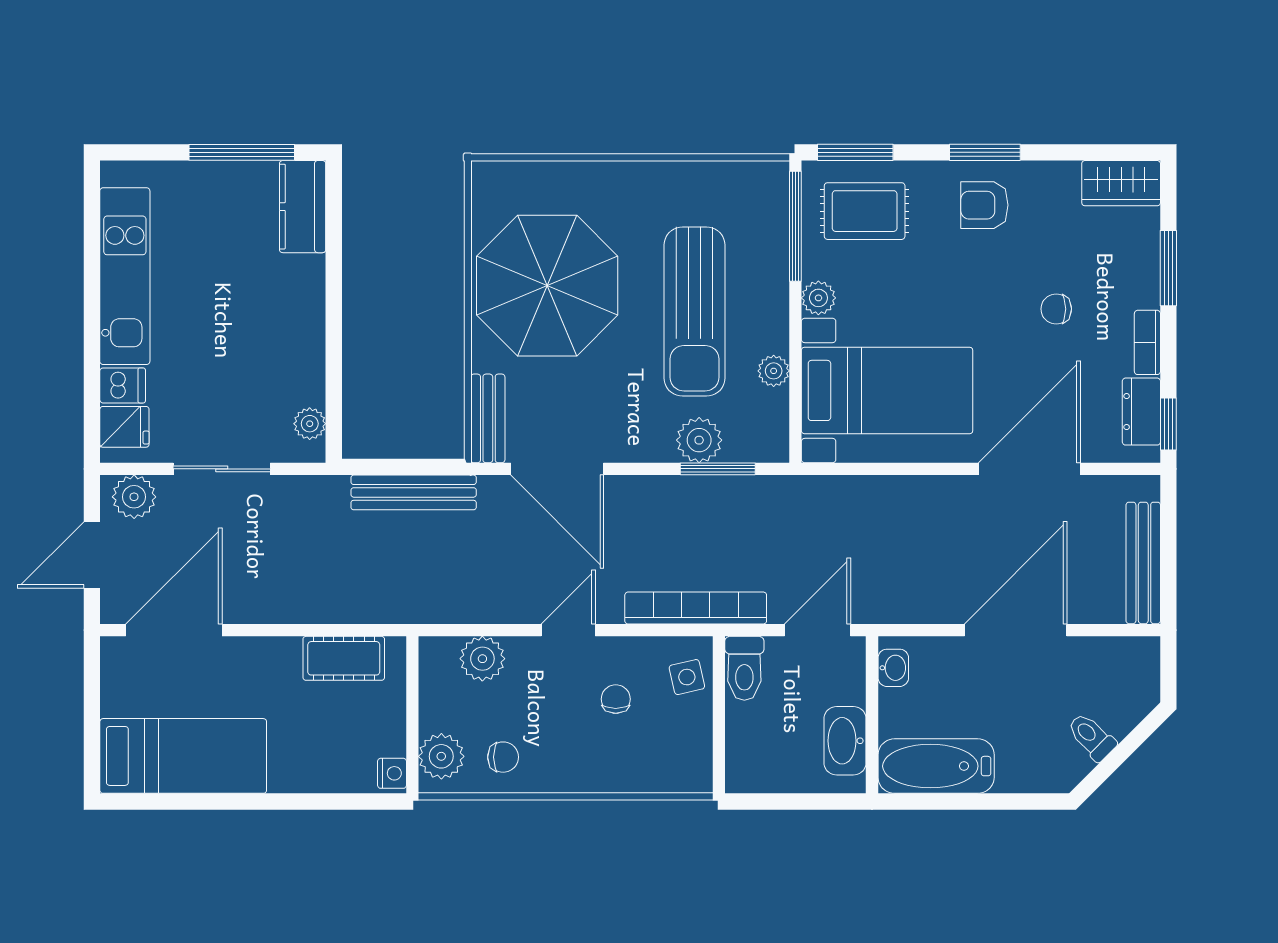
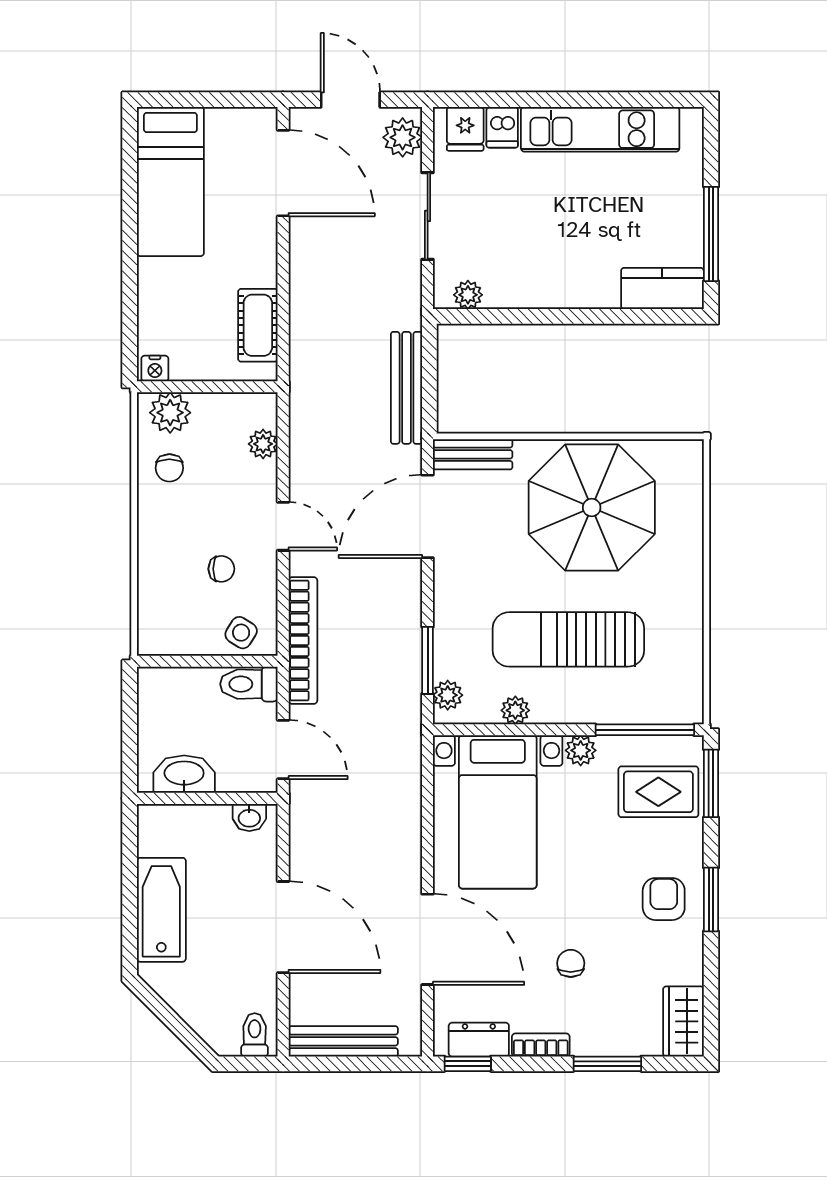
rug: (865, 211) -> (658, 792), turned 90
plant: (699, 440) -> (448, 695), moved, width x0.73, depth x0.73
plant: (482, 659) -> (263, 444), width x0.73, depth x0.73
side table: (687, 677) -> (241, 633), turned 45
toilet: (1092, 737) -> (255, 1035), moved, turned -45
bathtub: (936, 766) -> (161, 910), moved

